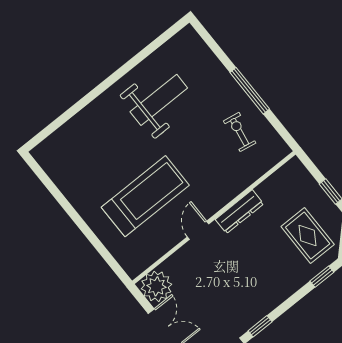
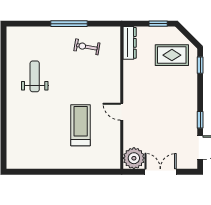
weight bench: (159, 100) -> (35, 76), width x0.73, depth x0.75
treadmill: (145, 196) -> (81, 125), width x0.73, depth x0.73
dresser: (239, 212) -> (130, 43), moved

